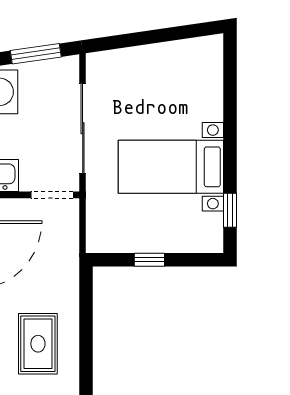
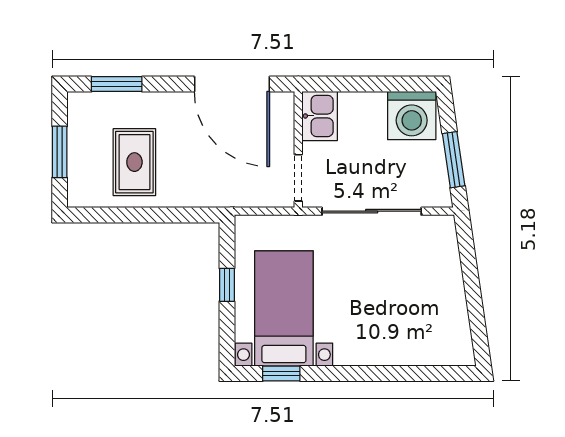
bed with nightstands: (171, 167) -> (284, 308), moved
rug: (38, 344) -> (134, 162), turned 90

